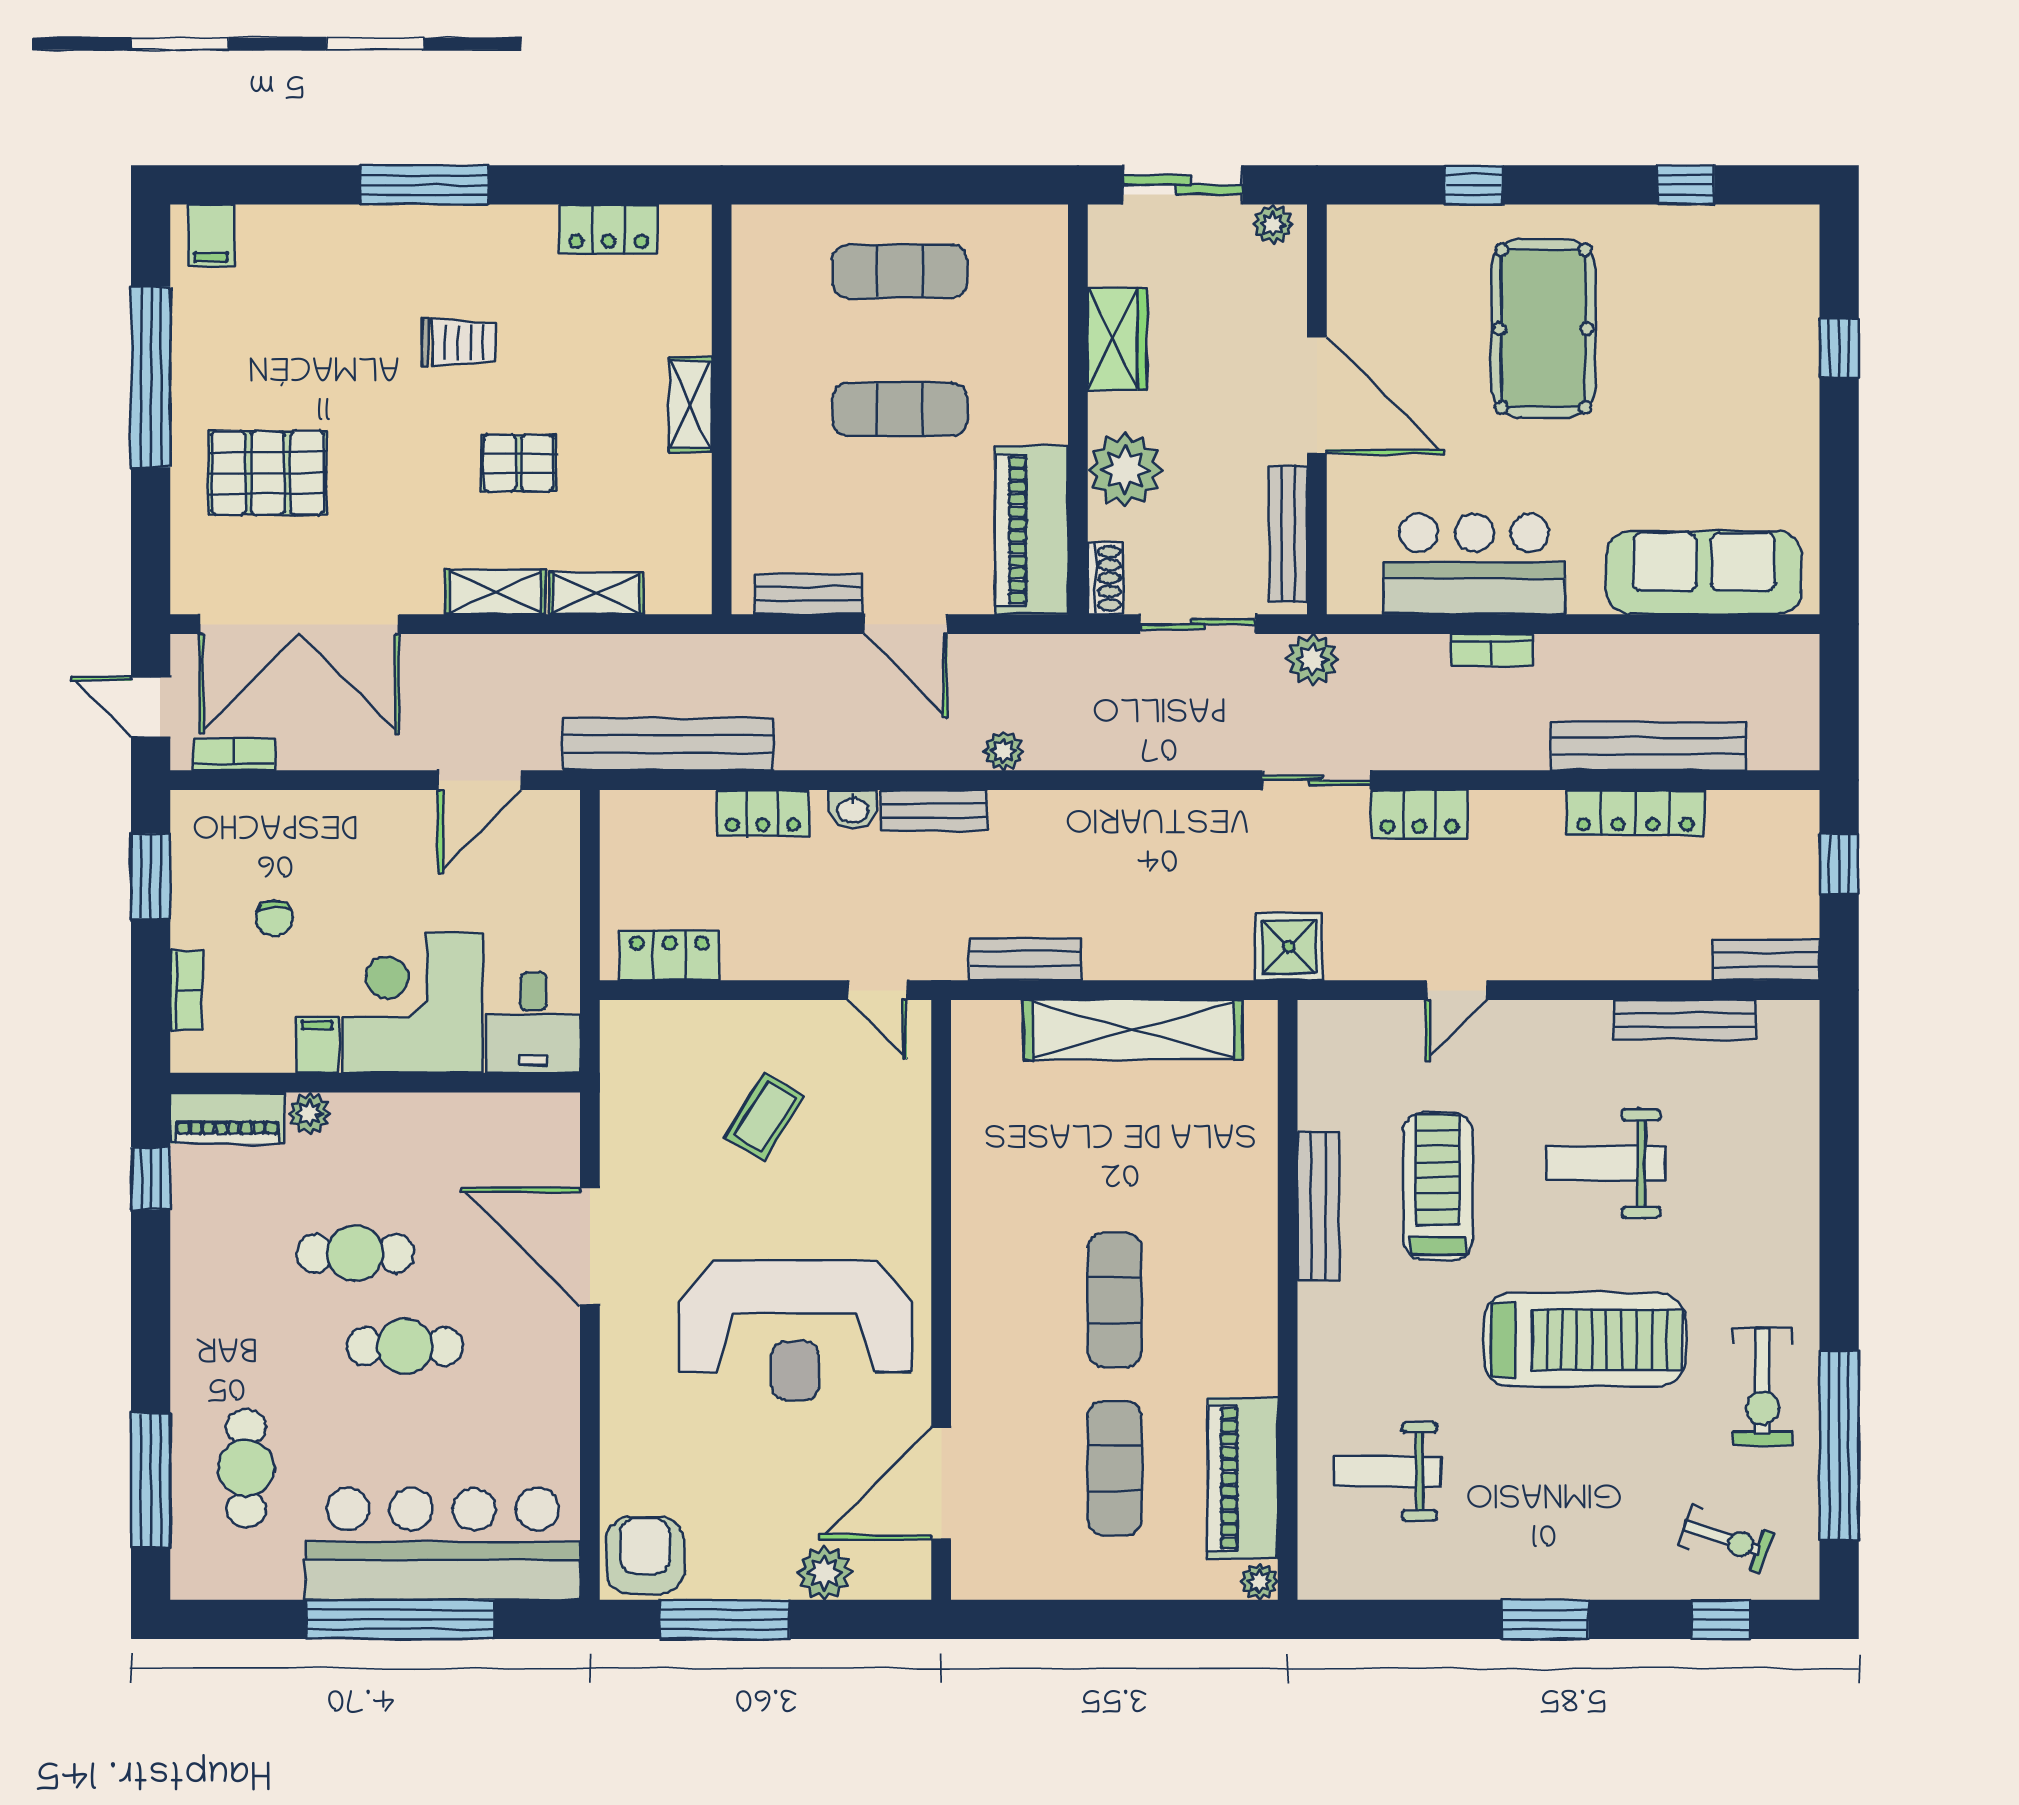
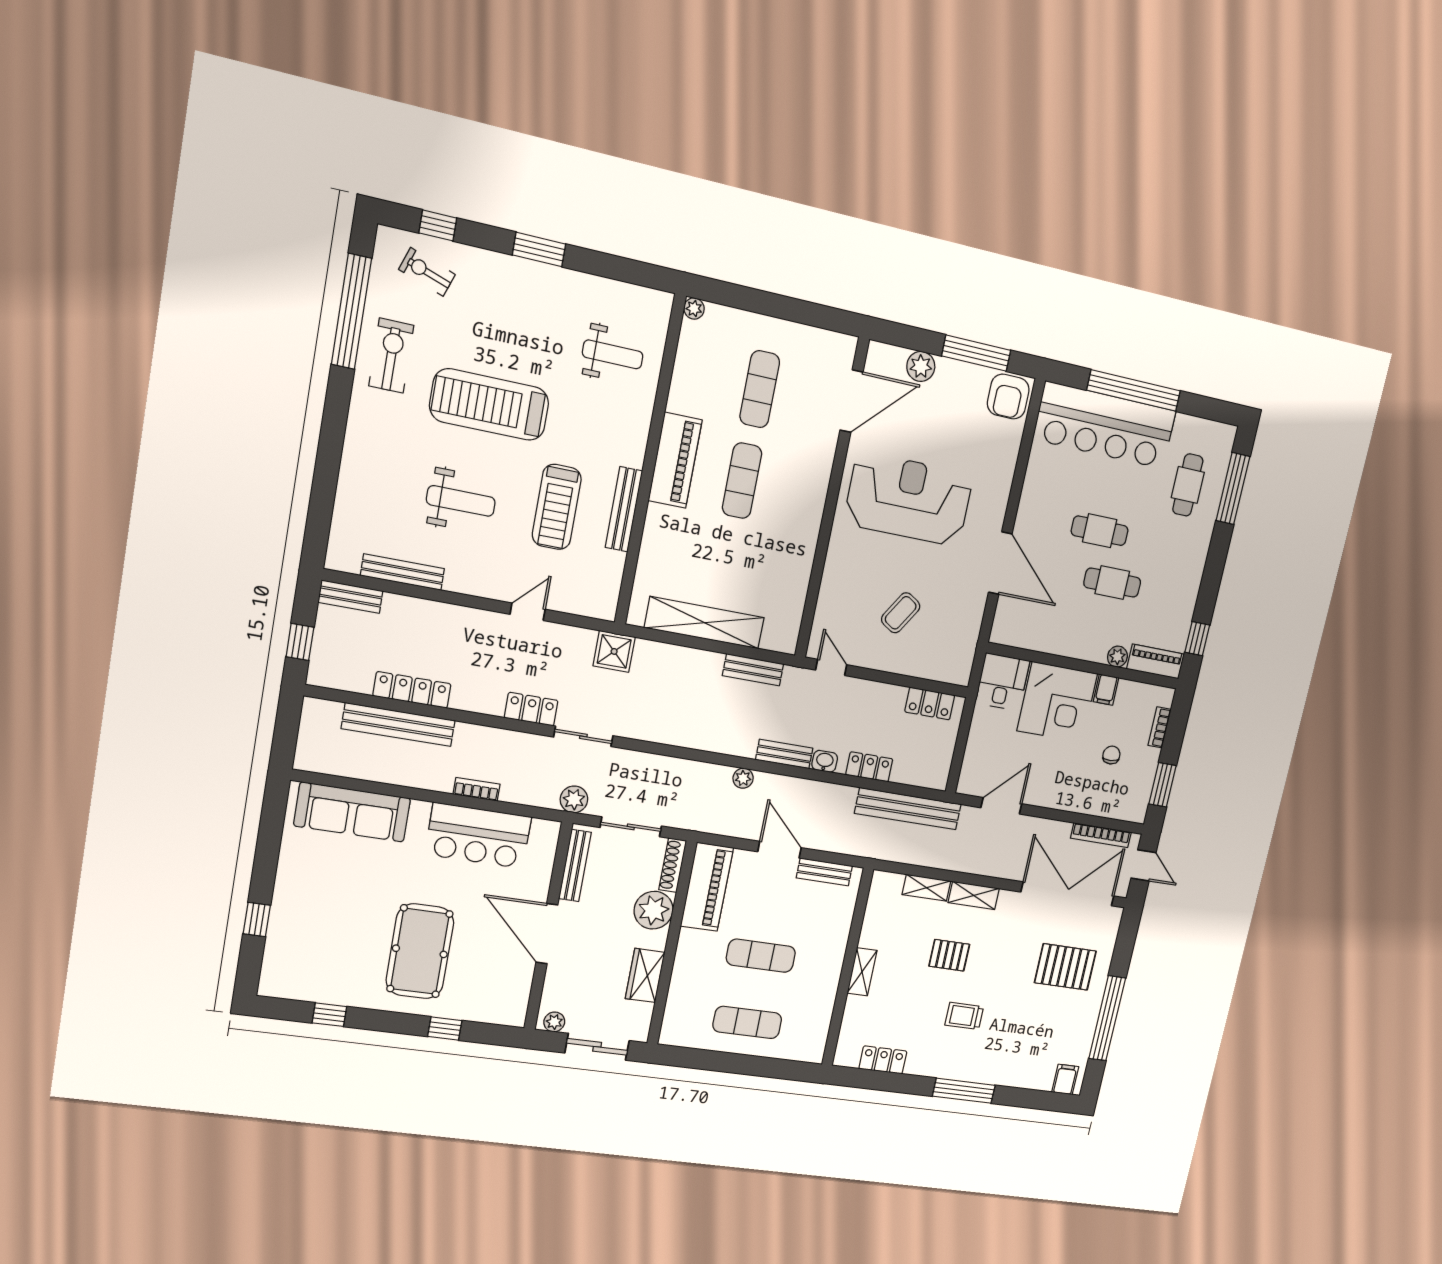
shoe rack: (1105, 578) -> (673, 865), width x1.43
bookcase: (234, 754) -> (1101, 835), width x1.56
piano: (1243, 1478) -> (675, 460), moved

